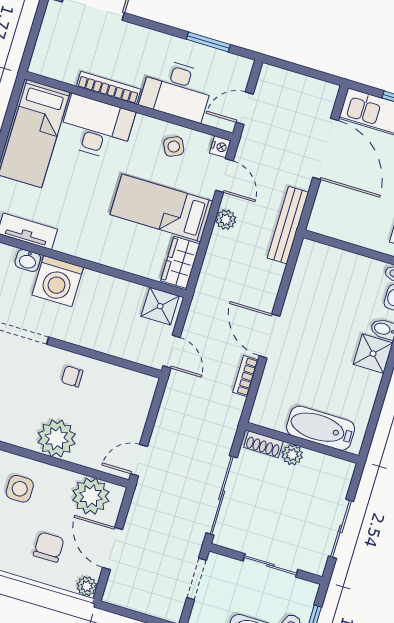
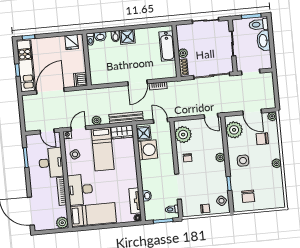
plant: (43, 63) -> (62, 223), added
dishwasher: (324, 221) -> (81, 80), added
bench: (288, 225) -> (126, 118), moved
washing machine: (58, 281) -> (148, 150), moved
door: (172, 352) -> (161, 121), hinge flipped
plant: (124, 387) -> (183, 135), added
plant: (57, 438) -> (220, 157), width x0.53, depth x0.53
door: (113, 549) -> (252, 112), hinge flipped

